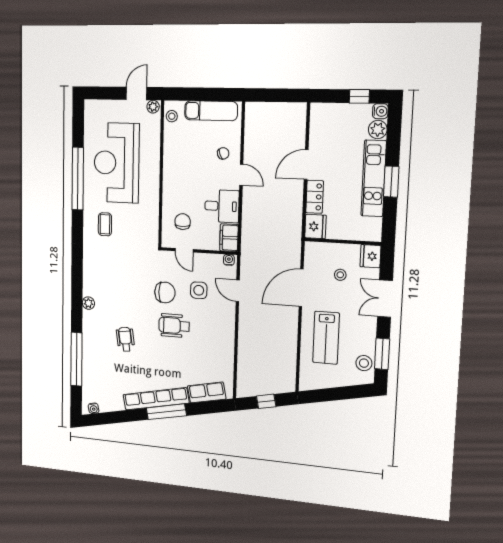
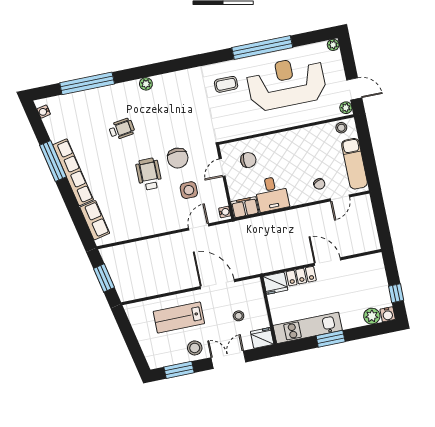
plant: (90, 105) -> (333, 45), added
door: (241, 175) -> (340, 198), moved
kitchen unit: (374, 178) -> (308, 328), moved
stool: (364, 363) -> (195, 348), moved
window: (266, 401) -> (104, 278), width x1.50
window: (166, 412) -> (53, 161), moved

